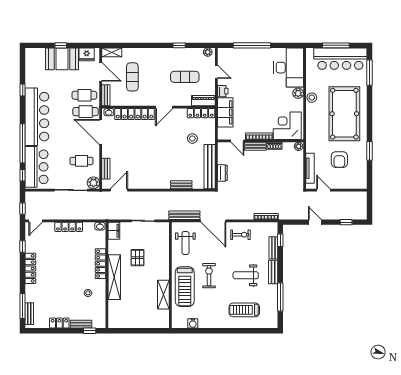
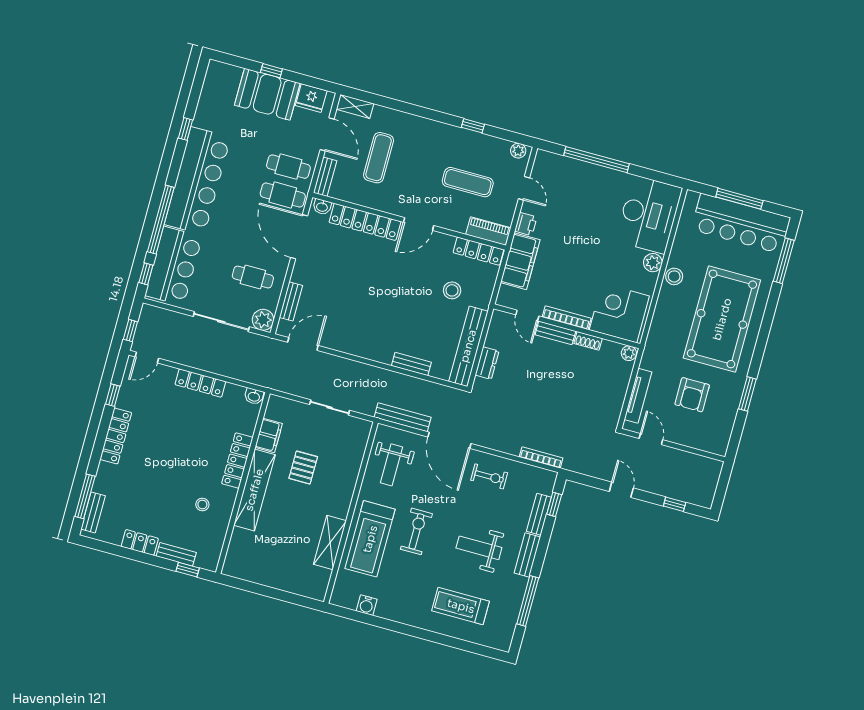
filing cabinet: (114, 231) -> (269, 435), moved

